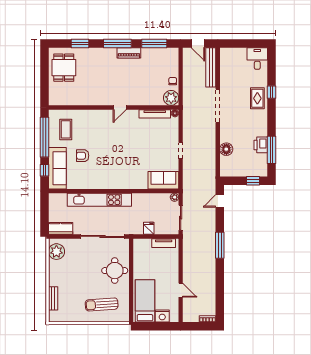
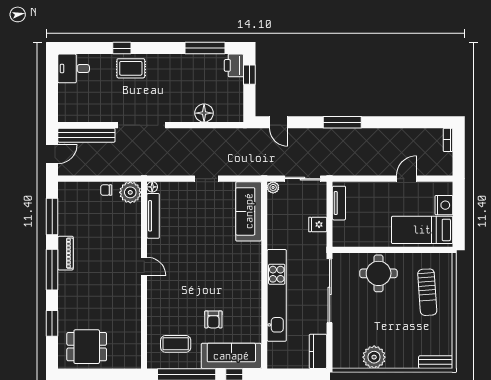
printer: (261, 145) -> (234, 65), moved, turned 90
sofa: (163, 180) -> (249, 211), width x1.36
plant: (56, 252) -> (374, 357), moved
bench: (53, 298) -> (436, 362), moved

